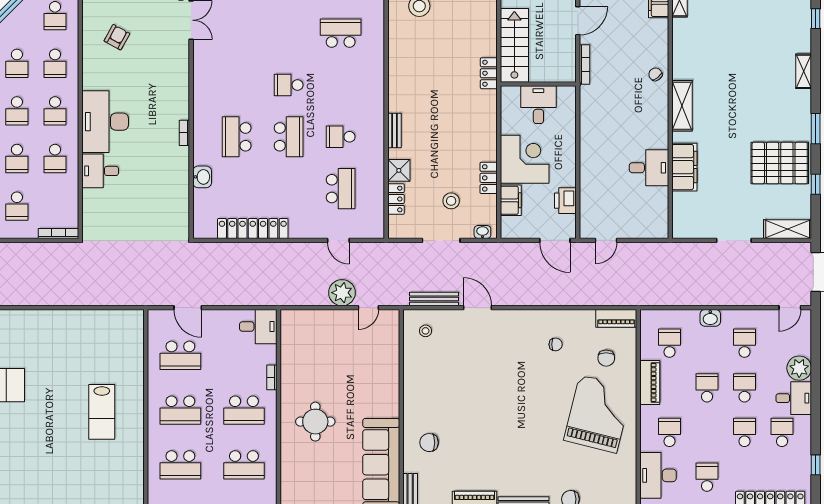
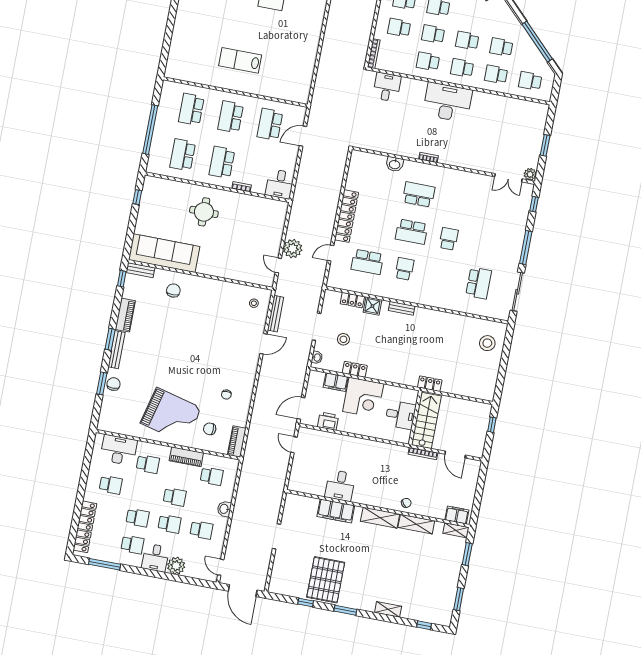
armchair: (117, 37) -> (506, 122), removed
stairs: (514, 45) -> (426, 420), moved, turned -90
desk: (100, 171) -> (387, 87), moved
locker: (253, 228) -> (346, 216), moved
shelving: (788, 229) -> (416, 524), moved, turned 90
window: (816, 465) -> (105, 564), width x2.17

